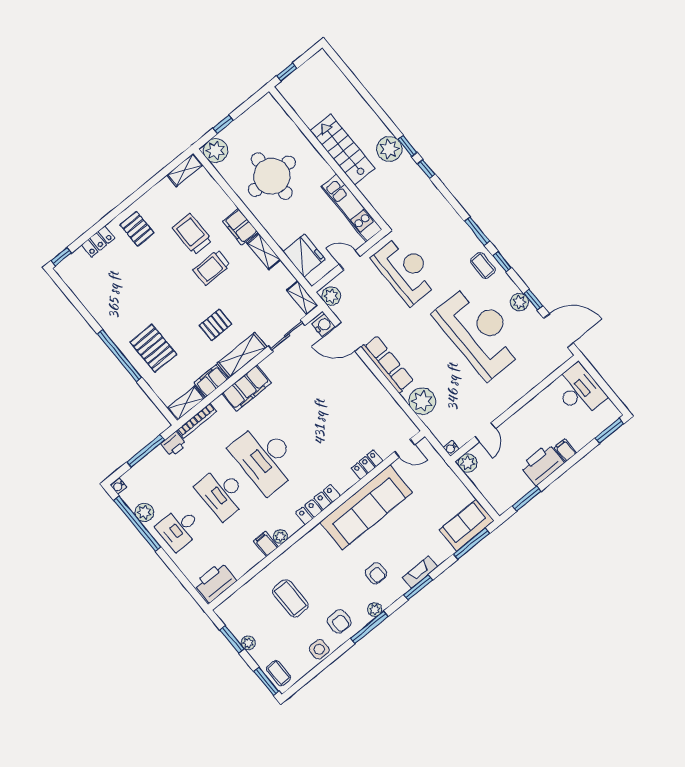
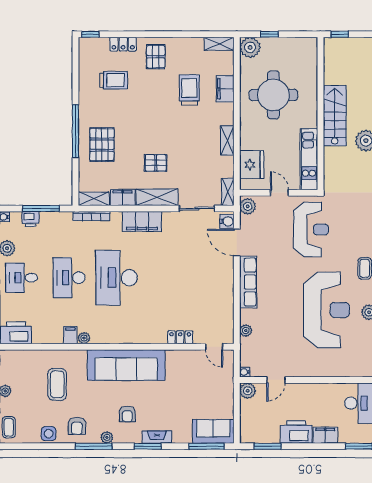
filing cabinet: (240, 227) -> (225, 89), moved
trolley: (212, 268) -> (114, 80), moved, turned 180
plant: (422, 401) -> (246, 331), width x0.53, depth x0.53
printer: (174, 444) -> (31, 219), moved
filing cabinet: (565, 450) -> (325, 435), width x2.00
locker: (318, 505) -> (126, 337), removed
sofa: (366, 507) -> (126, 365), moved

